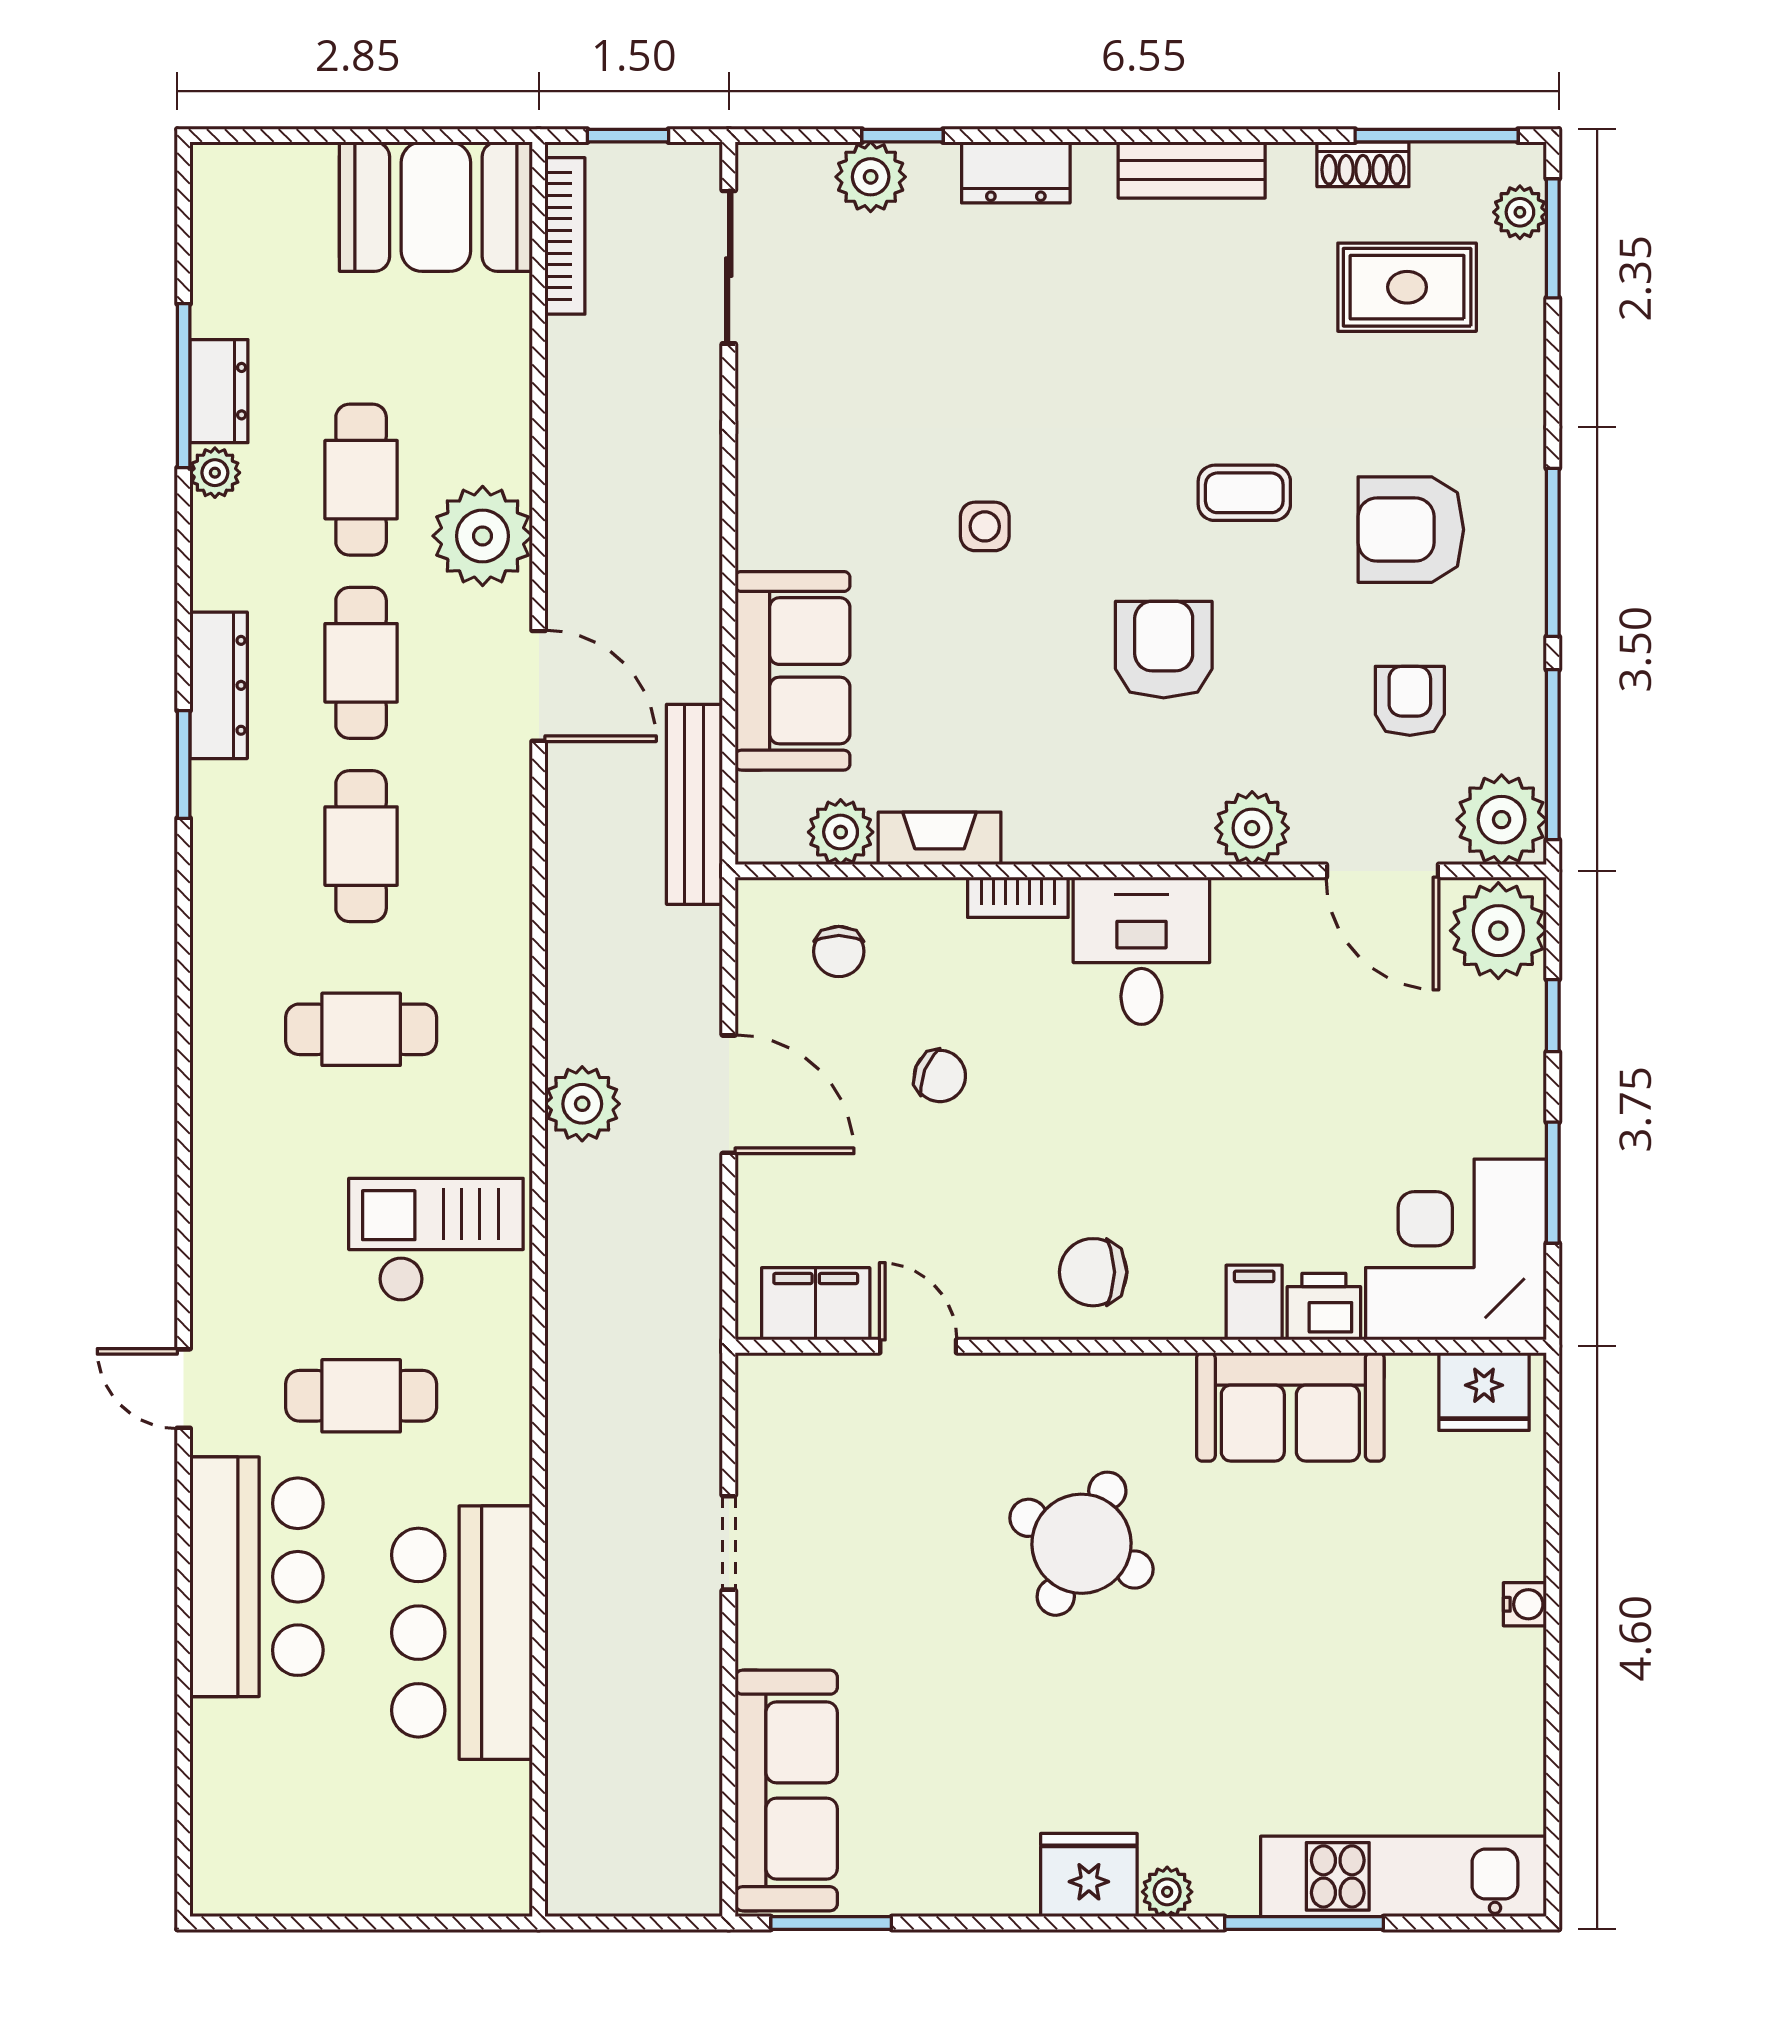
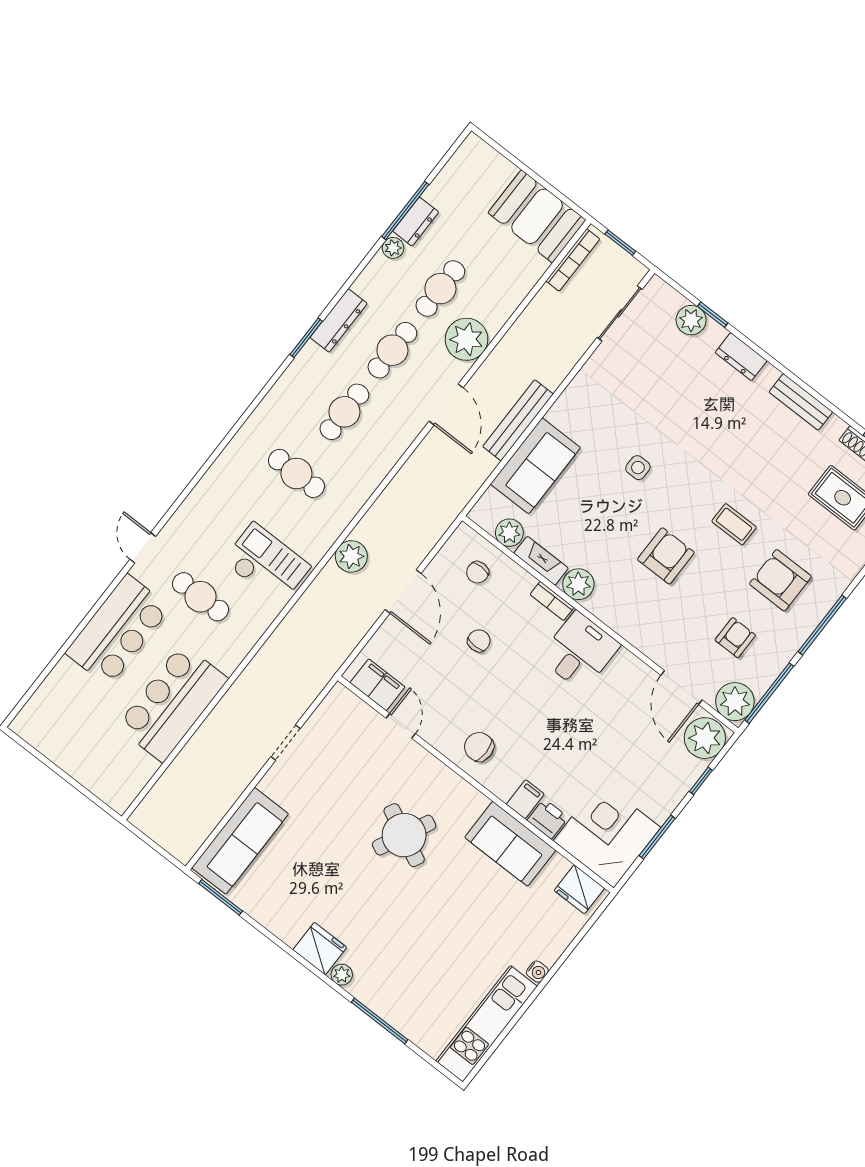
bench: (694, 804) -> (518, 420), moved
plant: (1252, 828) -> (578, 584), moved
chair: (940, 1076) -> (479, 641), turned -112
kitchen unit: (1403, 1876) -> (487, 1024), moved, turned -90

